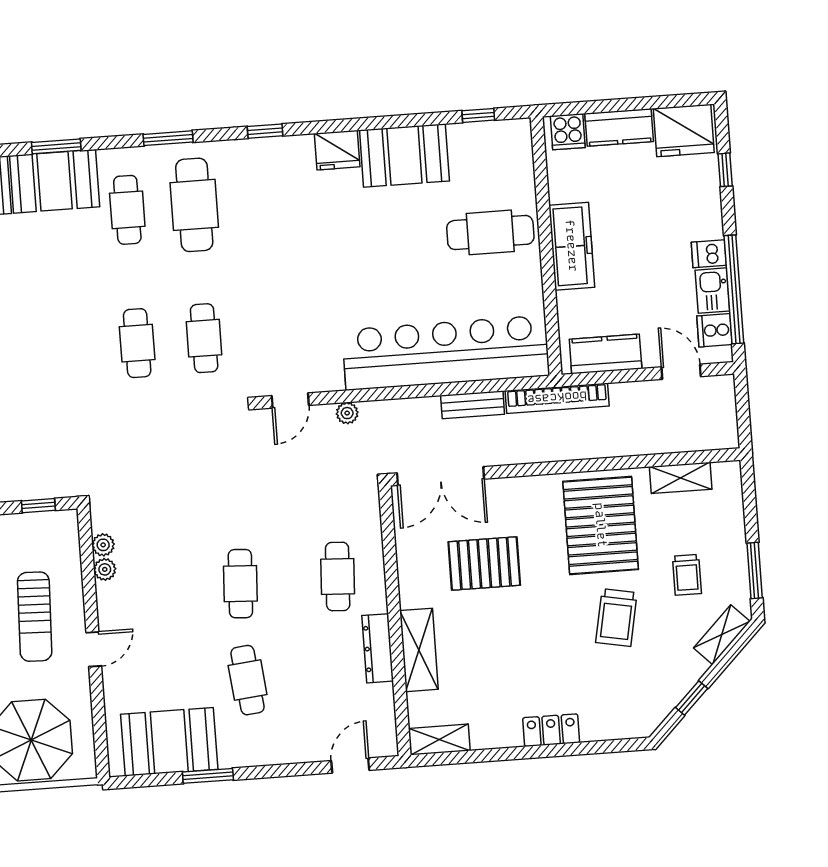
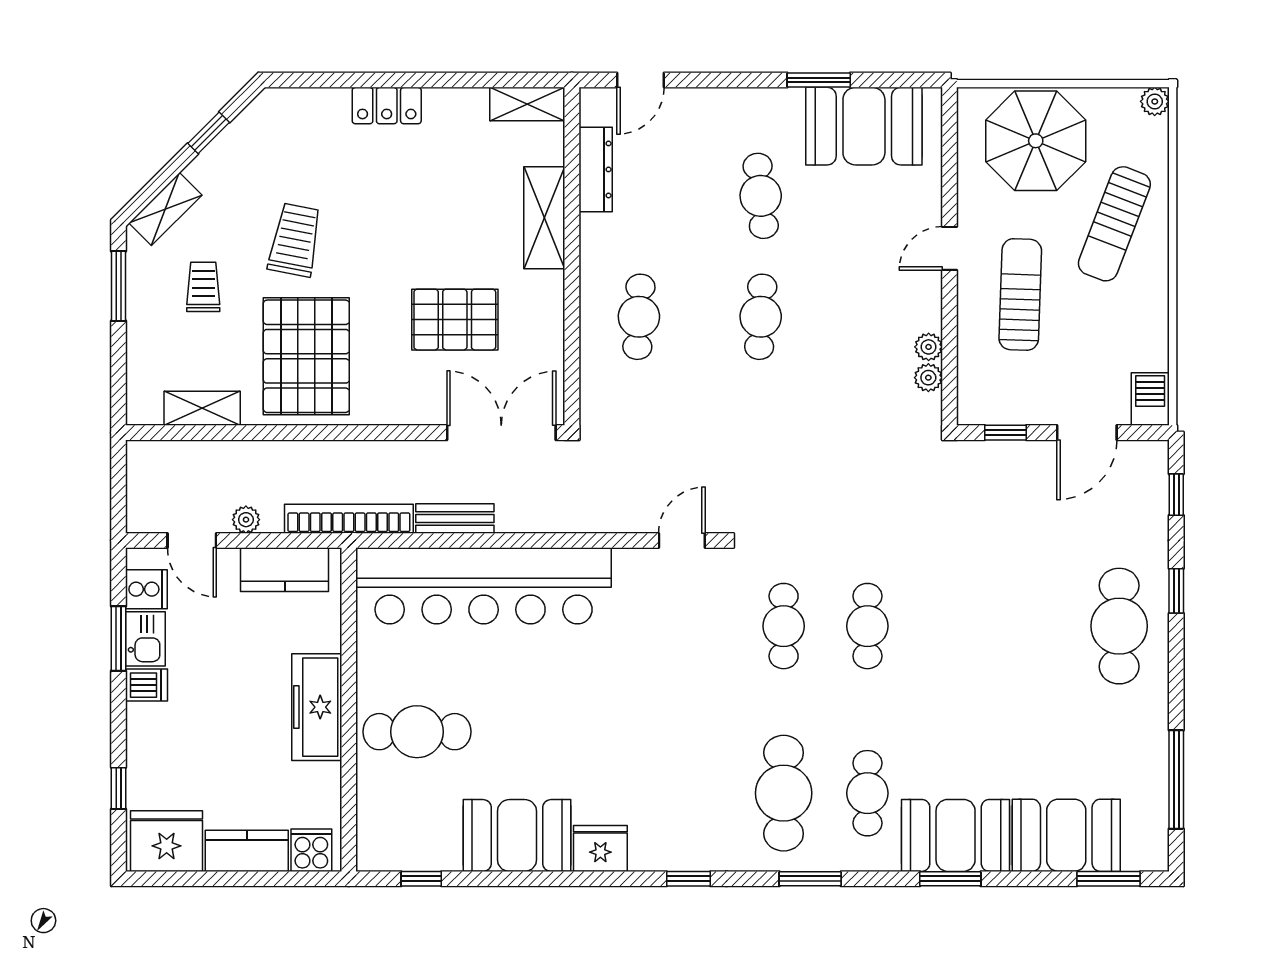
window: (734, 289) -> (119, 638), width x0.47
plant: (347, 413) -> (246, 520), moved
dresser: (378, 648) -> (596, 169), moved

